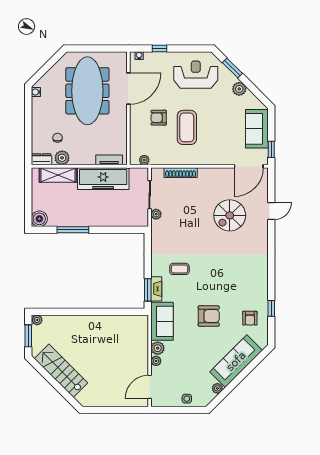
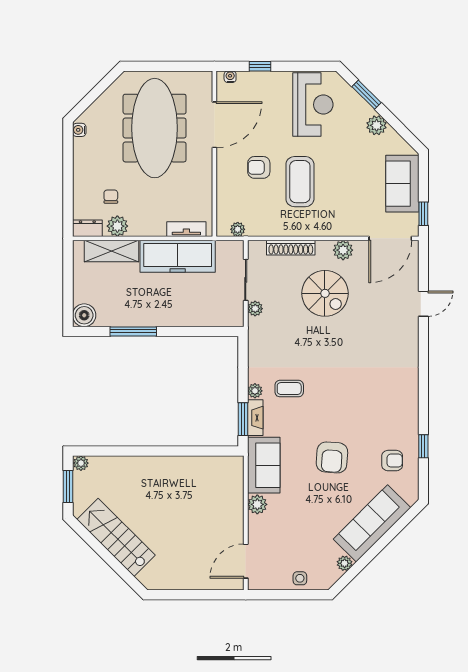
reception desk: (196, 75) -> (313, 105), turned 90
plant: (216, 174) -> (343, 250), added
spiral stairs: (230, 215) -> (325, 293), moved, turned -90
armchair: (209, 316) -> (332, 457), turned 94
armchair: (250, 318) -> (392, 461), turned -90
plant: (156, 361) -> (255, 391), moved

